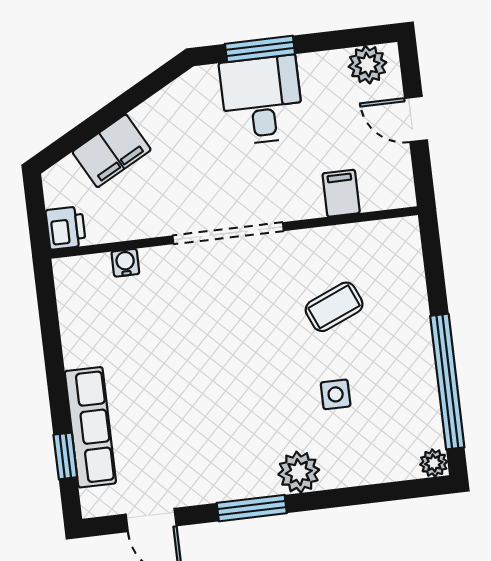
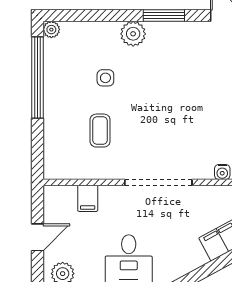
door: (416, 119) -> (37, 237), hinge flipped
coffee table: (334, 307) -> (100, 131), turned -67

